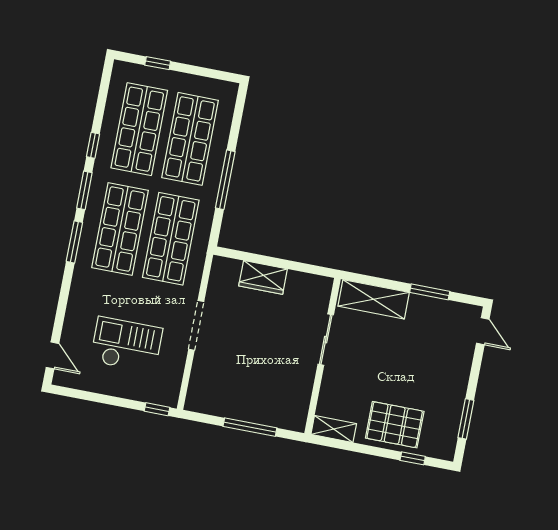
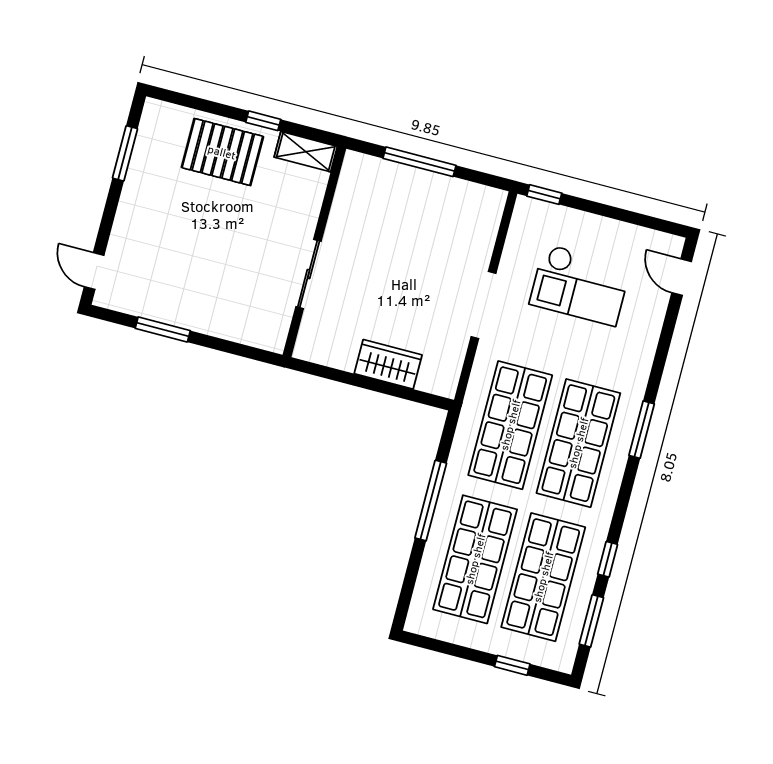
window: (84, 190) -> (591, 621), moved
shelving: (374, 299) -> (240, 324), removed
window: (413, 458) -> (263, 121), moved

